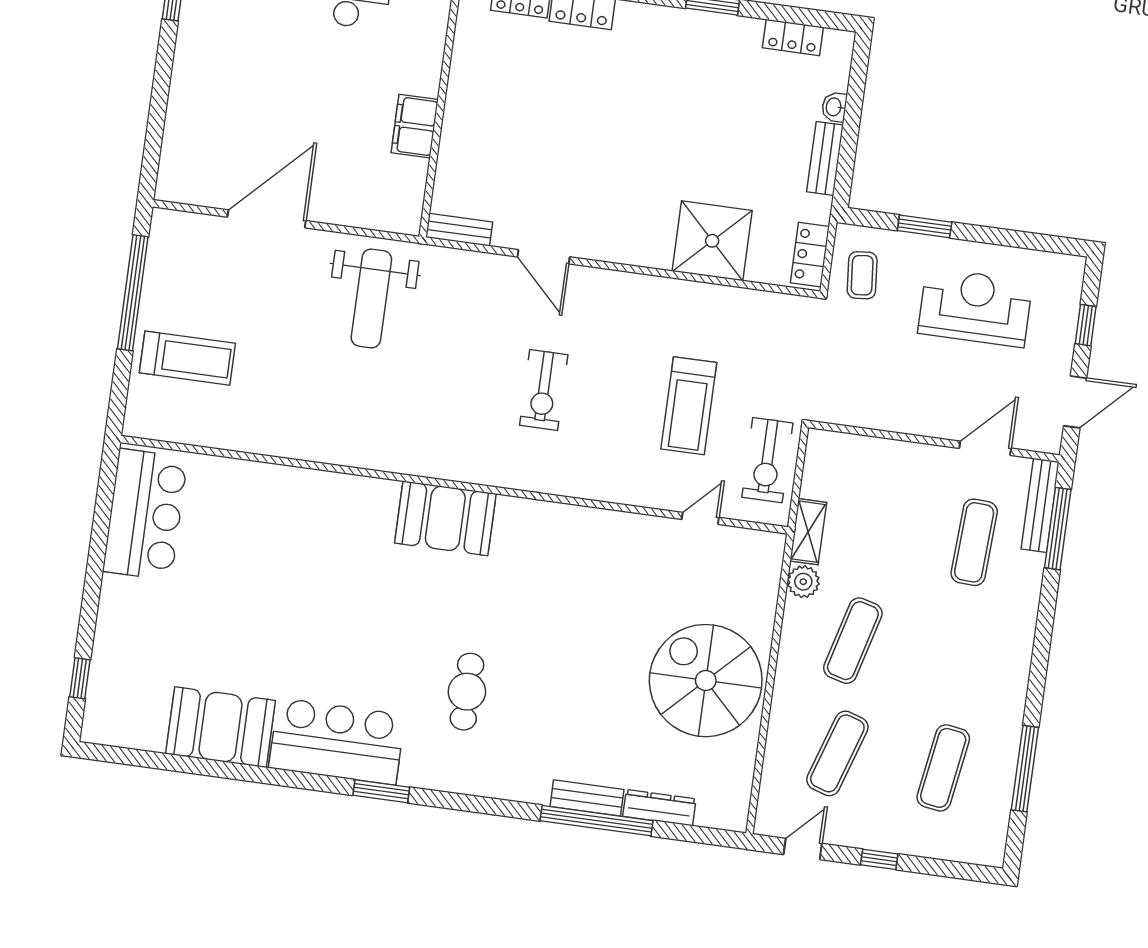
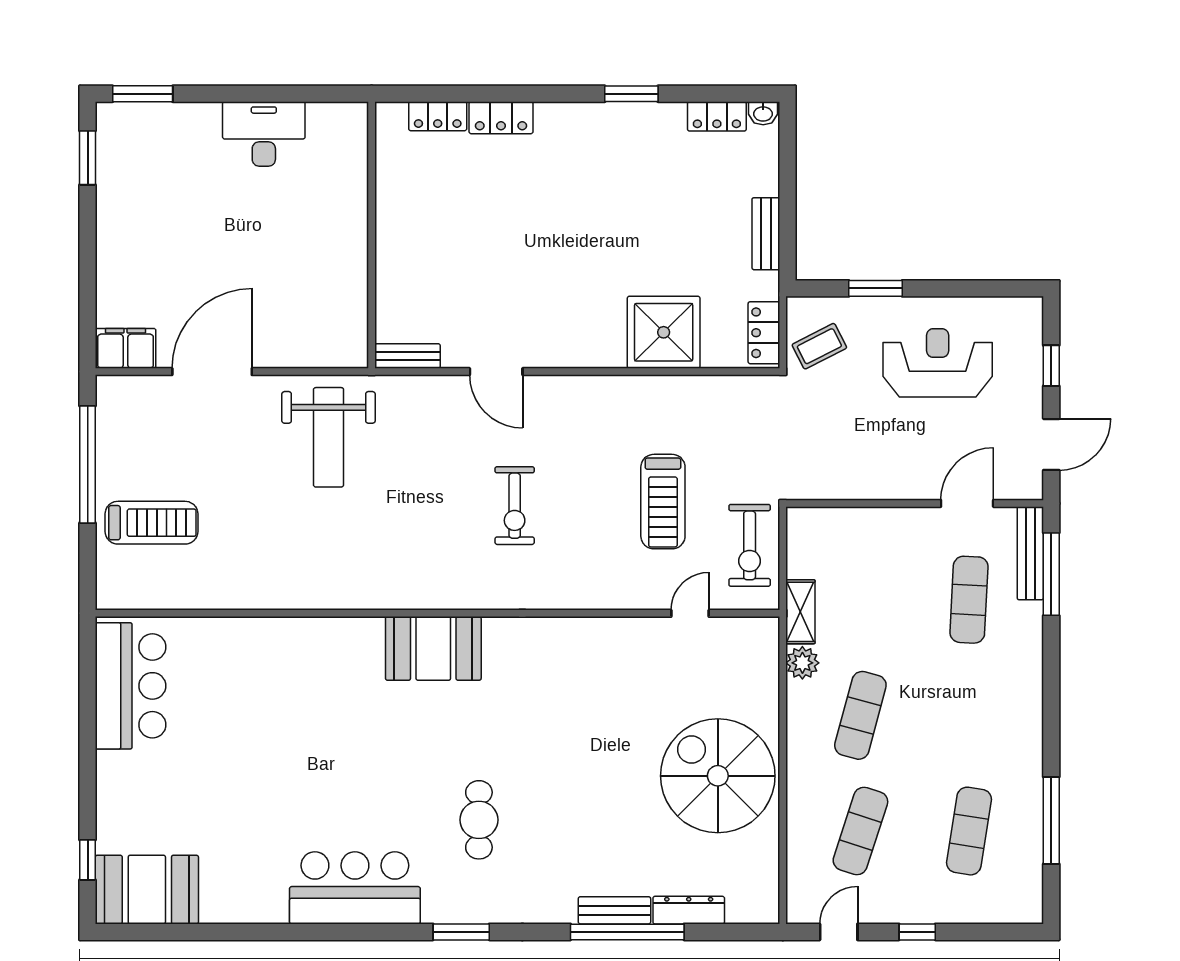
washbasin: (834, 107) -> (763, 113), moved, turned -90
filing cabinet: (415, 126) -> (126, 348), moved, turned 90
coffee table: (862, 275) -> (819, 346), turned 68
booth: (220, 727) -> (147, 890), moved
window: (381, 791) -> (461, 932), moved

